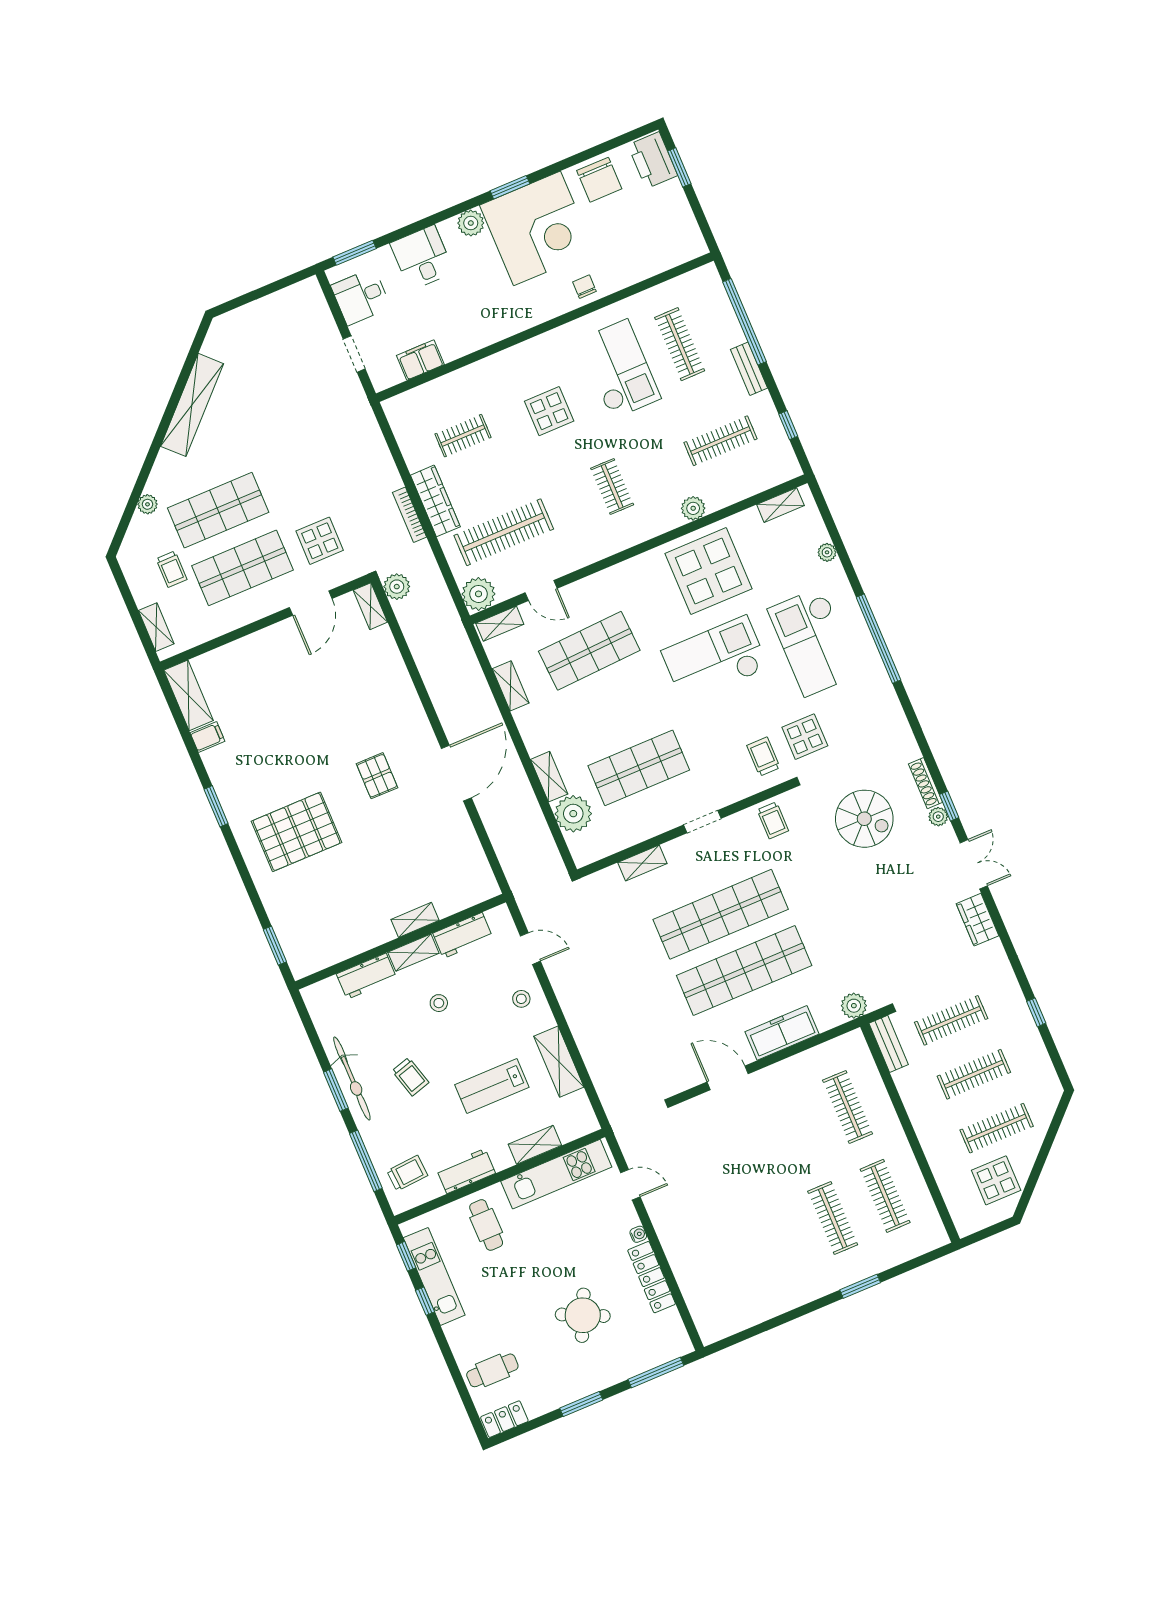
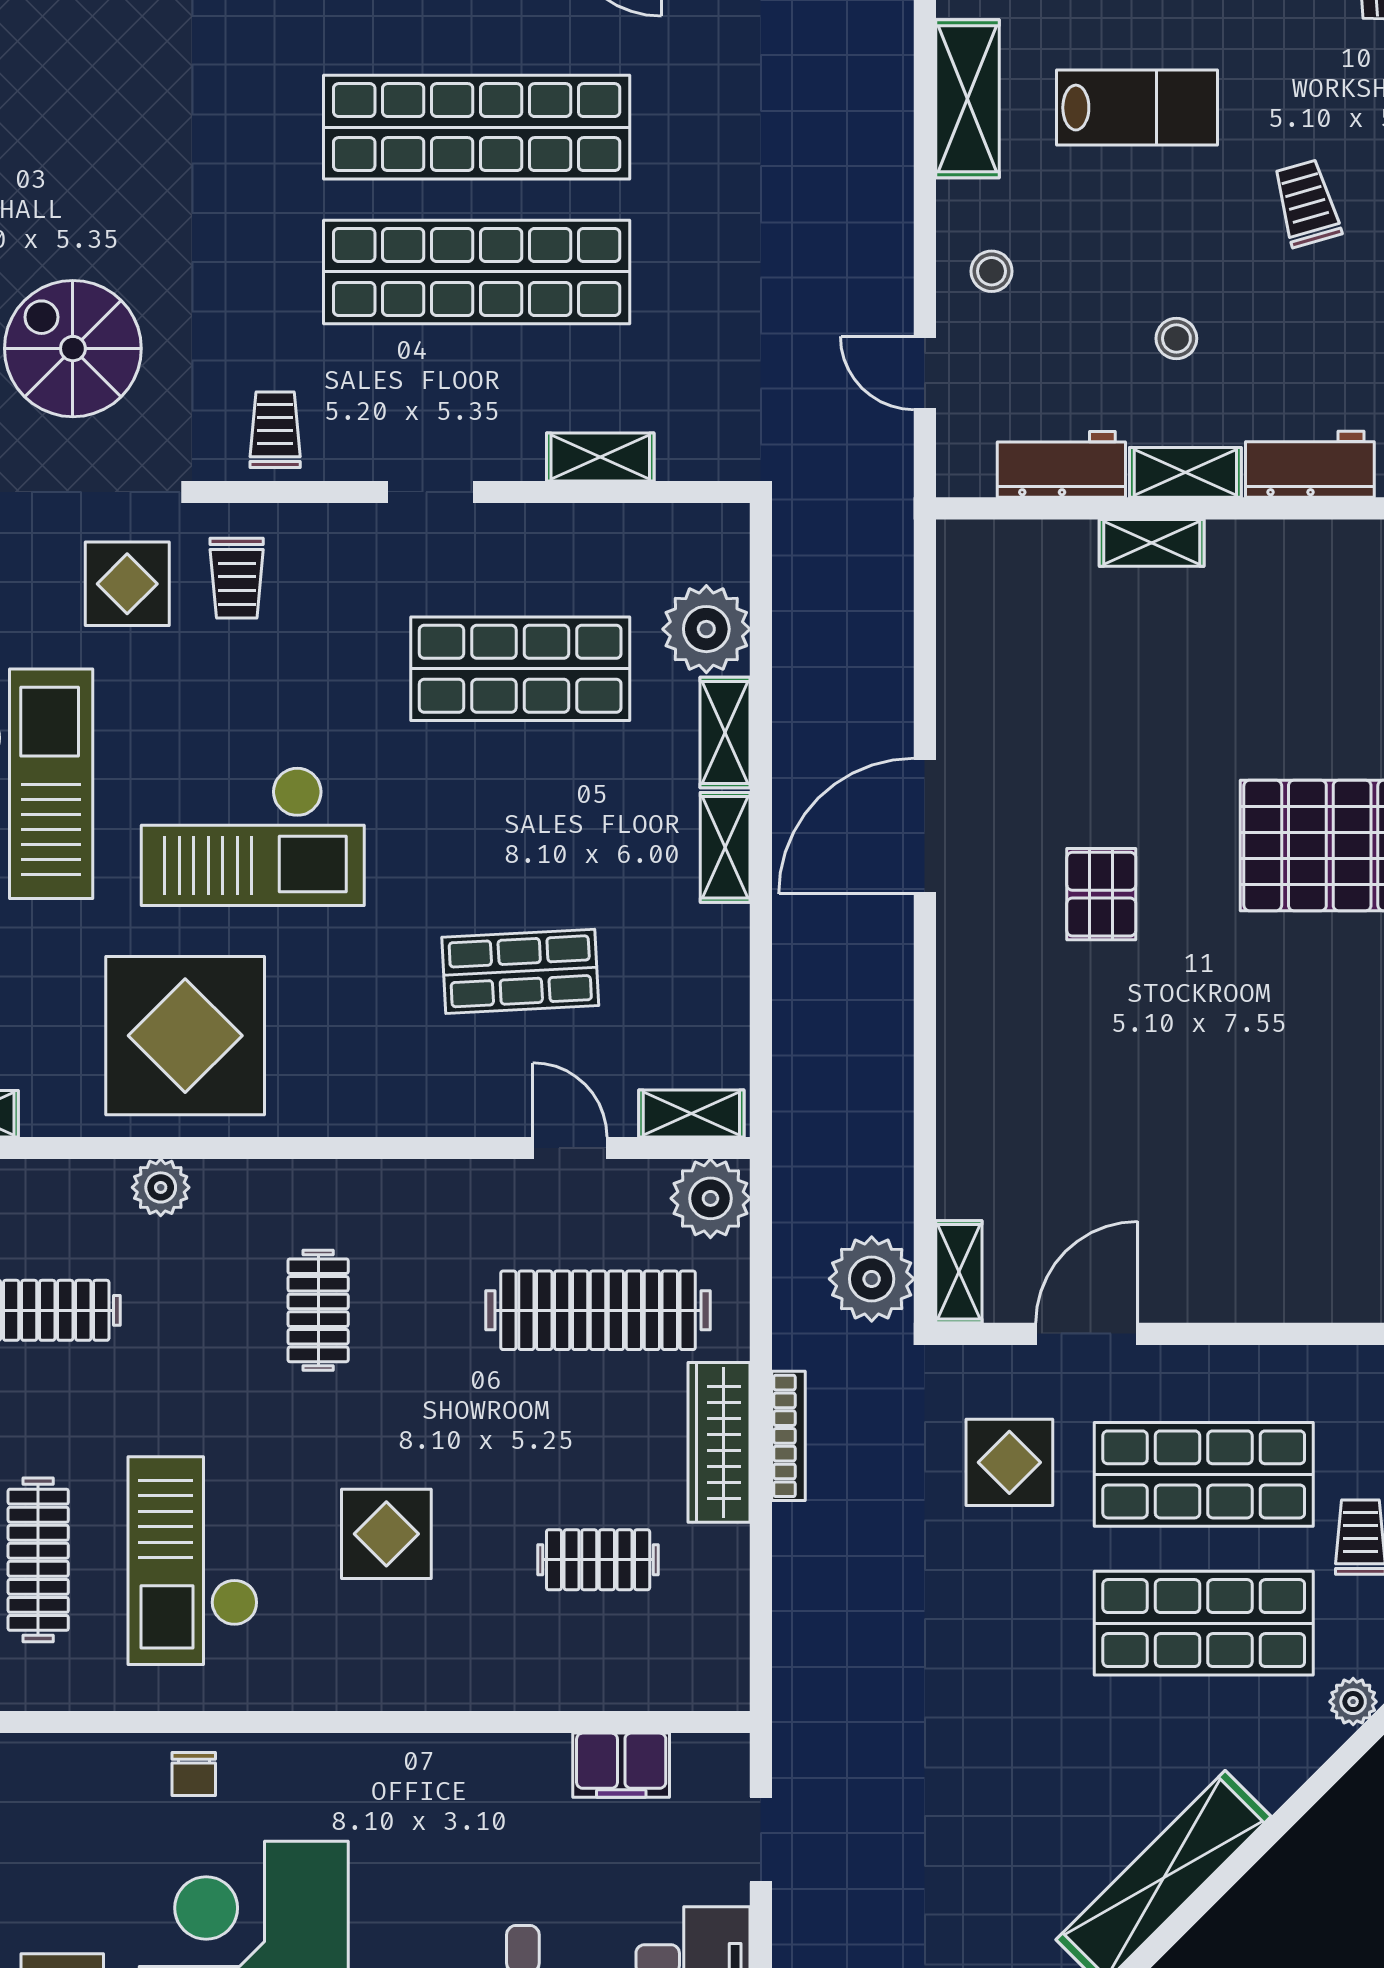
plant: (397, 587) -> (872, 1279), width x1.36, depth x1.36
shop shelf: (589, 651) -> (520, 971), width x0.70, depth x0.74
shelving: (511, 686) -> (725, 847), moved

